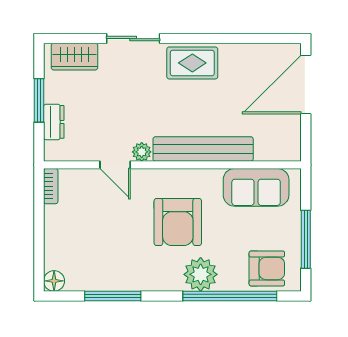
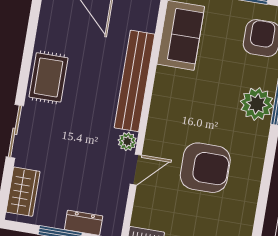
armchair: (178, 222) -> (205, 168), moved
window: (113, 296) -> (264, 194), removed

